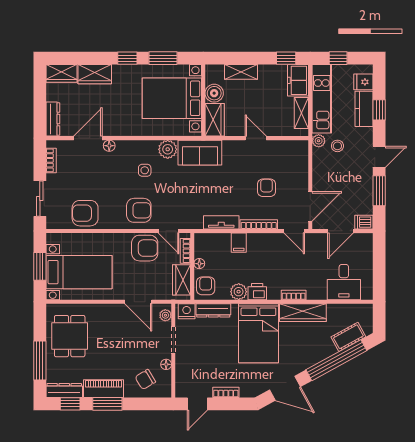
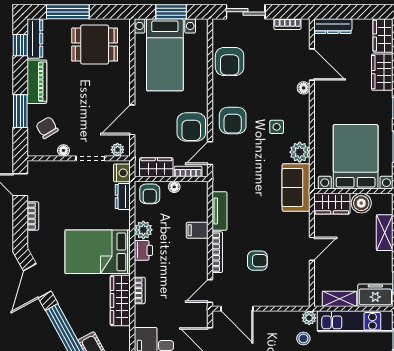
armchair: (85, 213) -> (230, 61), turned 180
armchair: (206, 286) -> (150, 194), turned 90
dresser: (213, 310) -> (123, 196), width x0.70
window: (107, 404) -> (20, 111), moved

